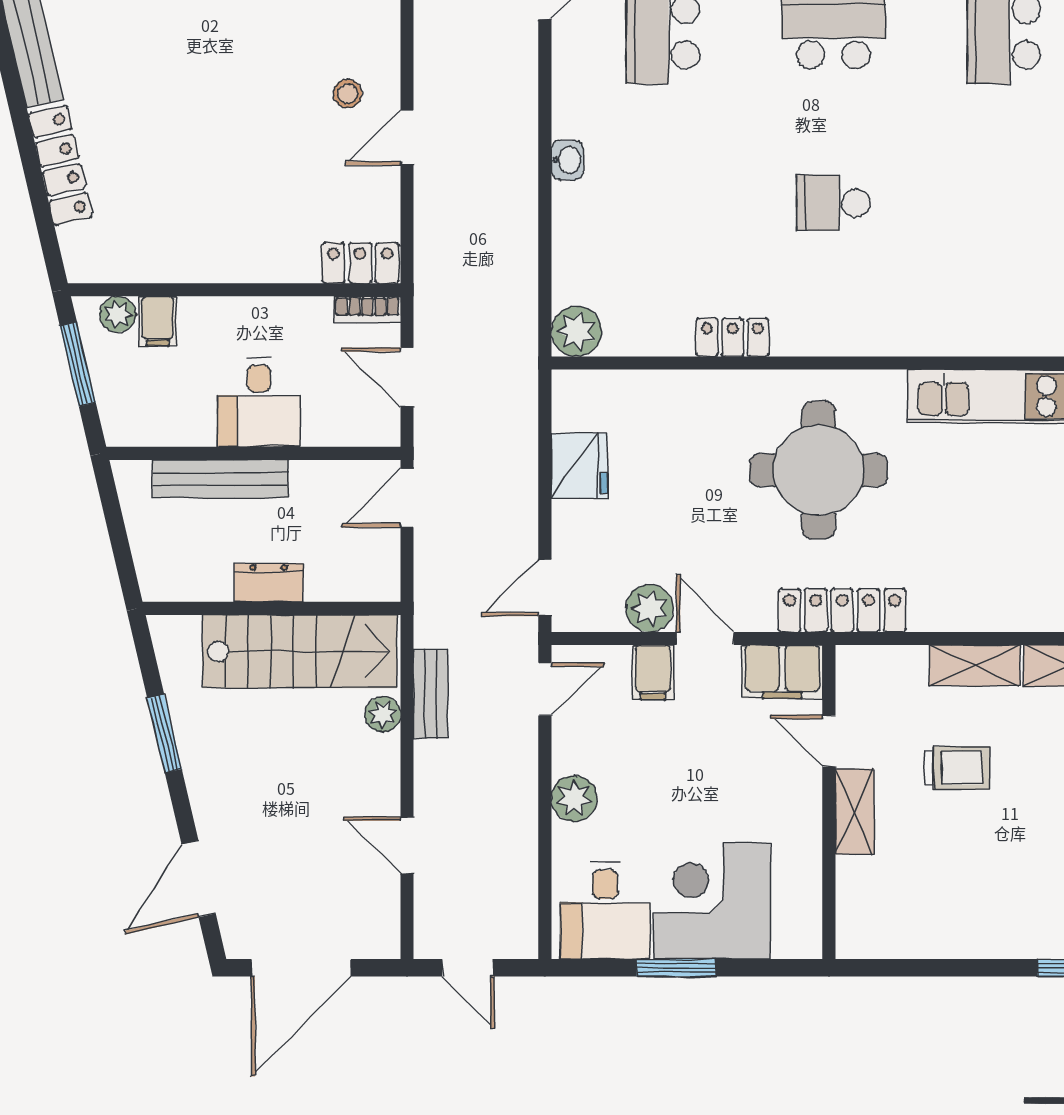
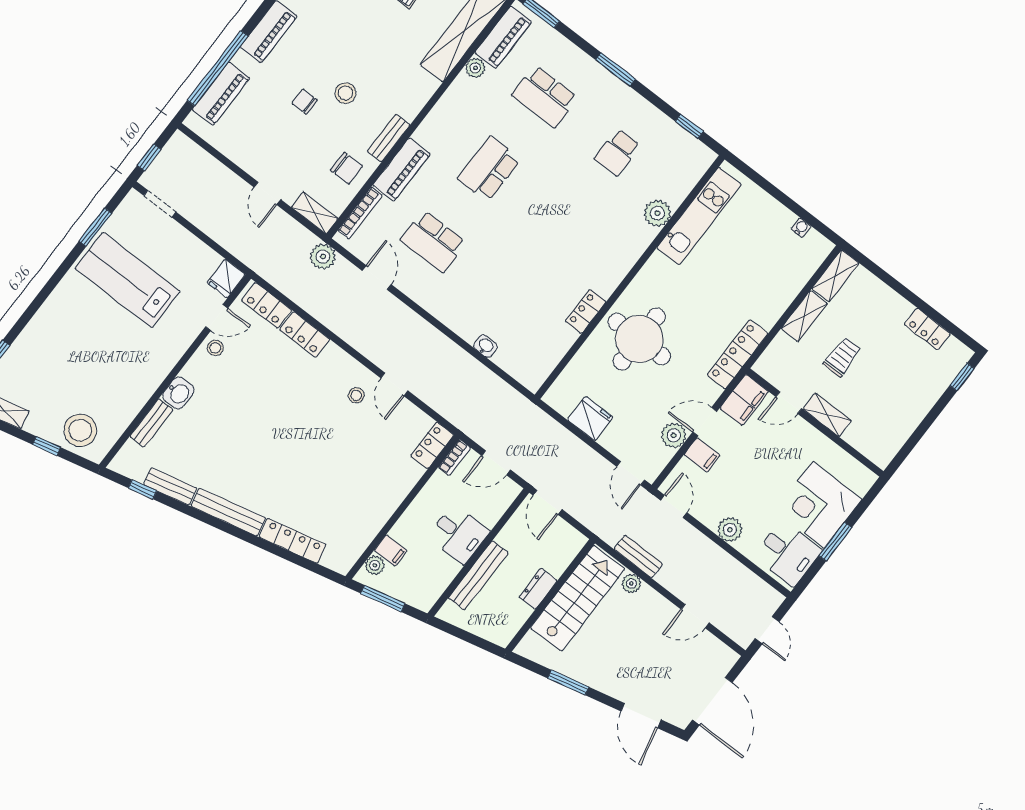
washbasin: (567, 160) -> (485, 346), moved
school desk: (833, 203) -> (617, 152), moved
plant: (576, 331) -> (657, 213), moved
round table: (819, 470) -> (639, 339), moved
door: (468, 968) -> (767, 630), hinge flipped

